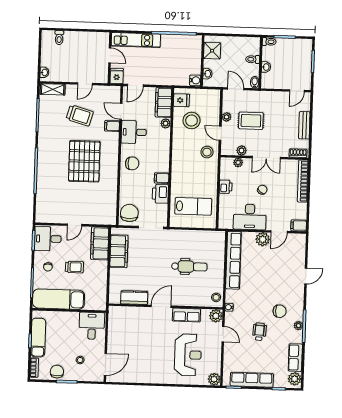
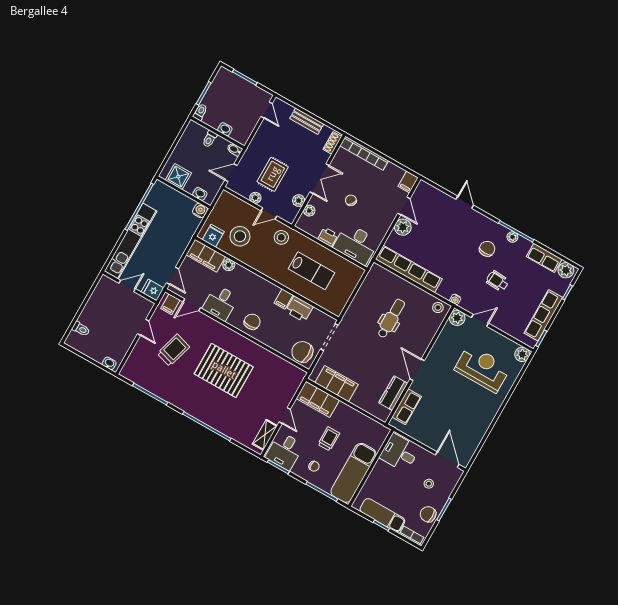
kitchen unit: (136, 40) -> (131, 241), width x1.36
shelving: (53, 89) -> (265, 435), moved
filing cabinet: (112, 126) -> (170, 304), moved
lab bench: (193, 206) -> (311, 271), moved, turned 90
desk: (250, 217) -> (356, 244), moved, turned 90
row of seats: (186, 315) -> (407, 407), moved

